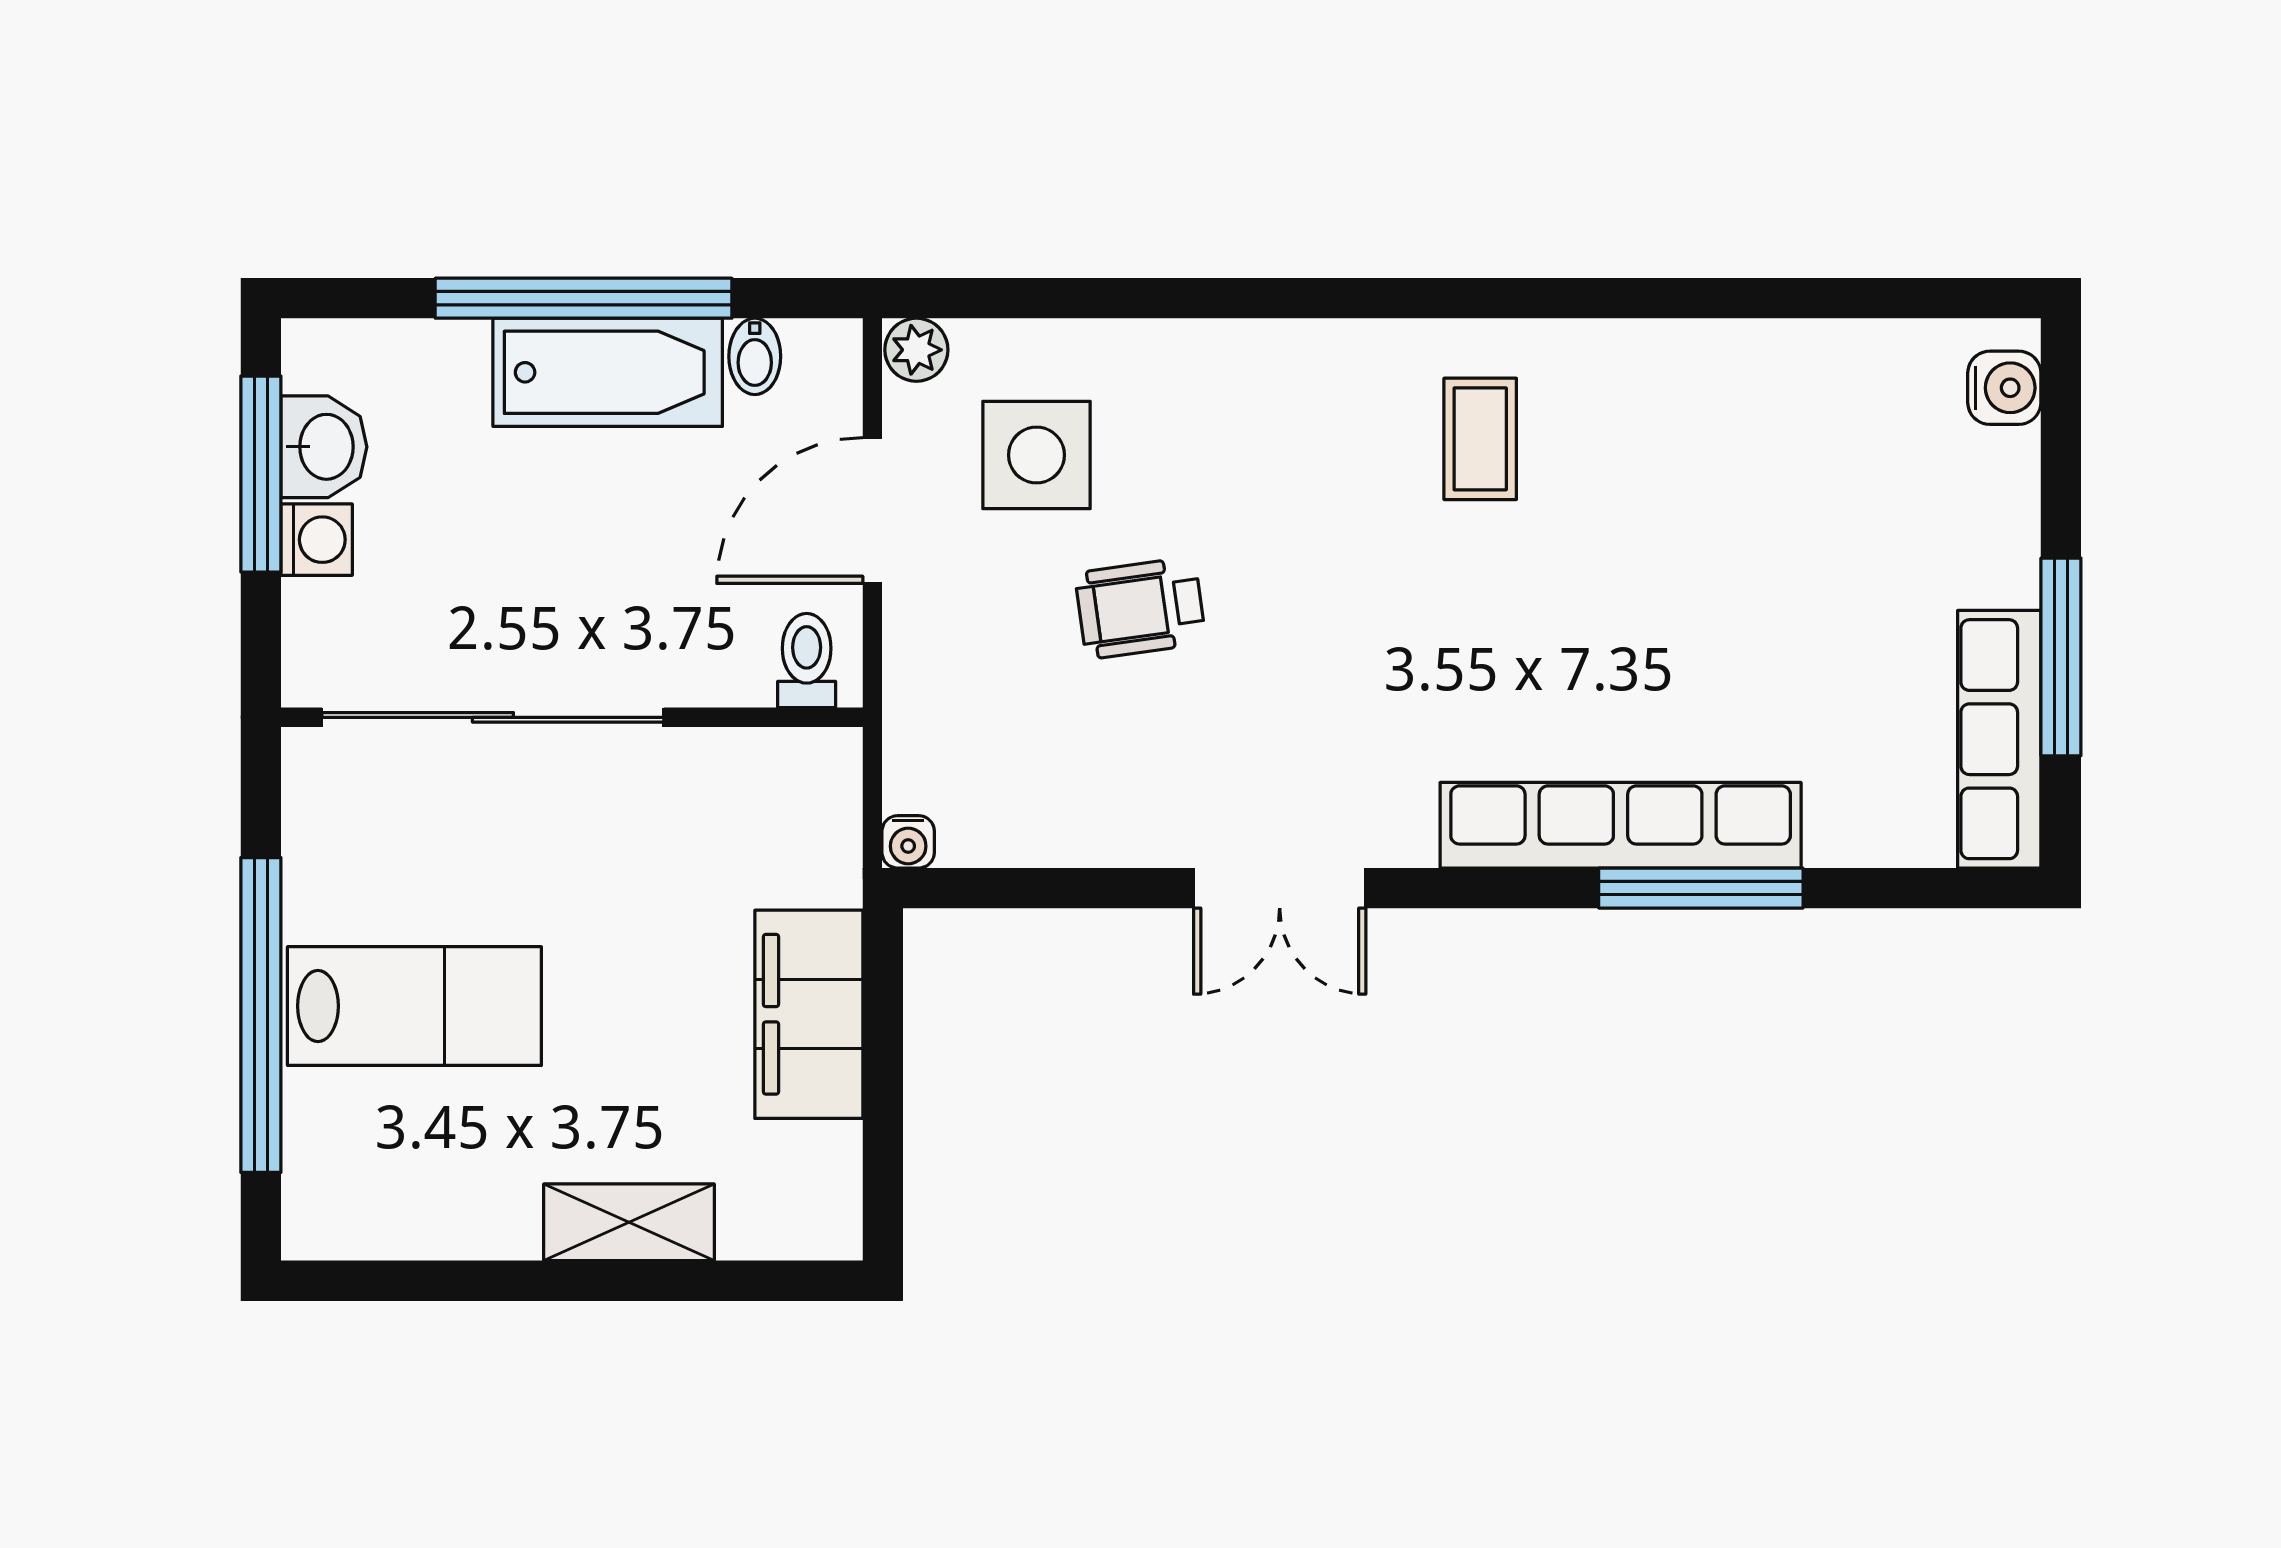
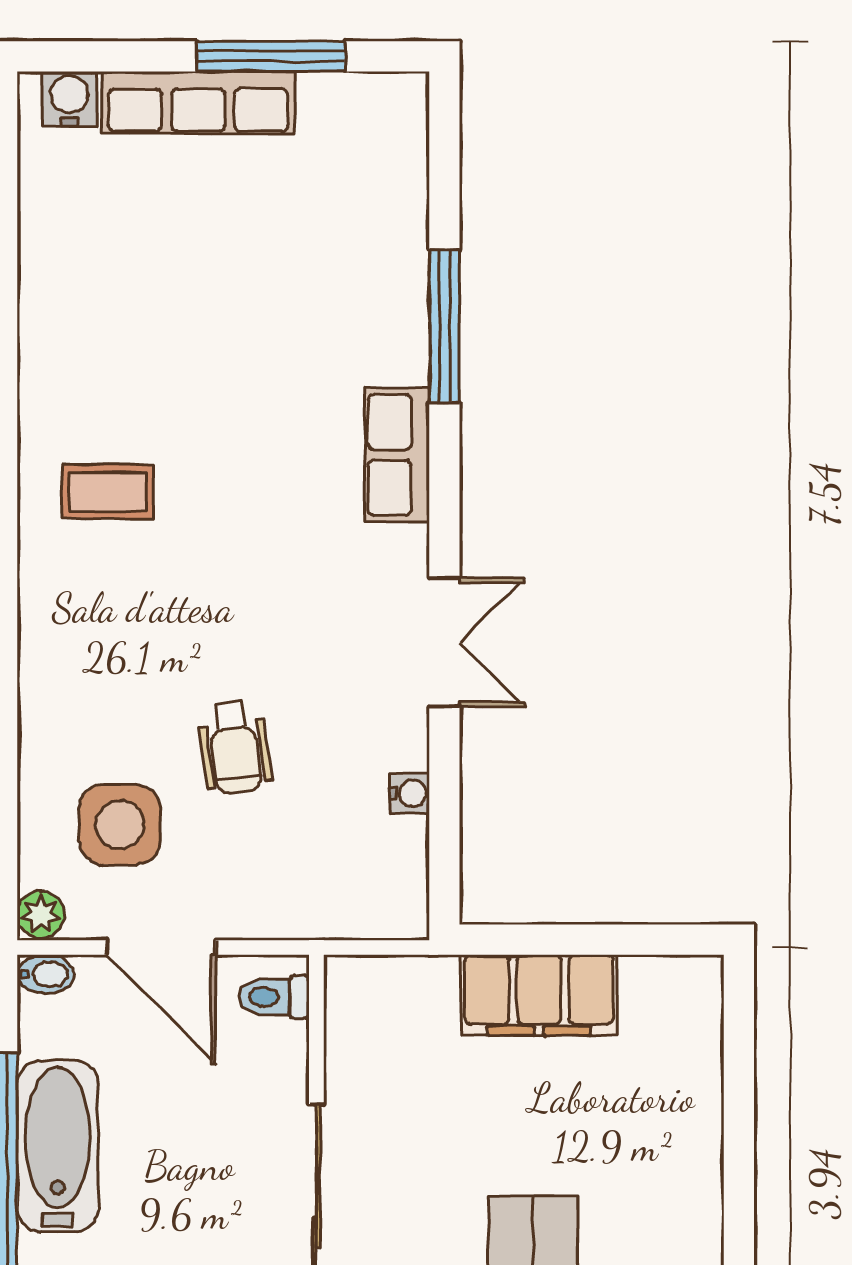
bidet: (755, 356) -> (46, 974), moved
row of seats: (1999, 739) -> (198, 103), moved
row of seats: (1621, 825) -> (397, 455), width x0.50
water cooler: (908, 842) -> (410, 793), moved
shelving: (629, 1222) -> (695, 1130), removed

